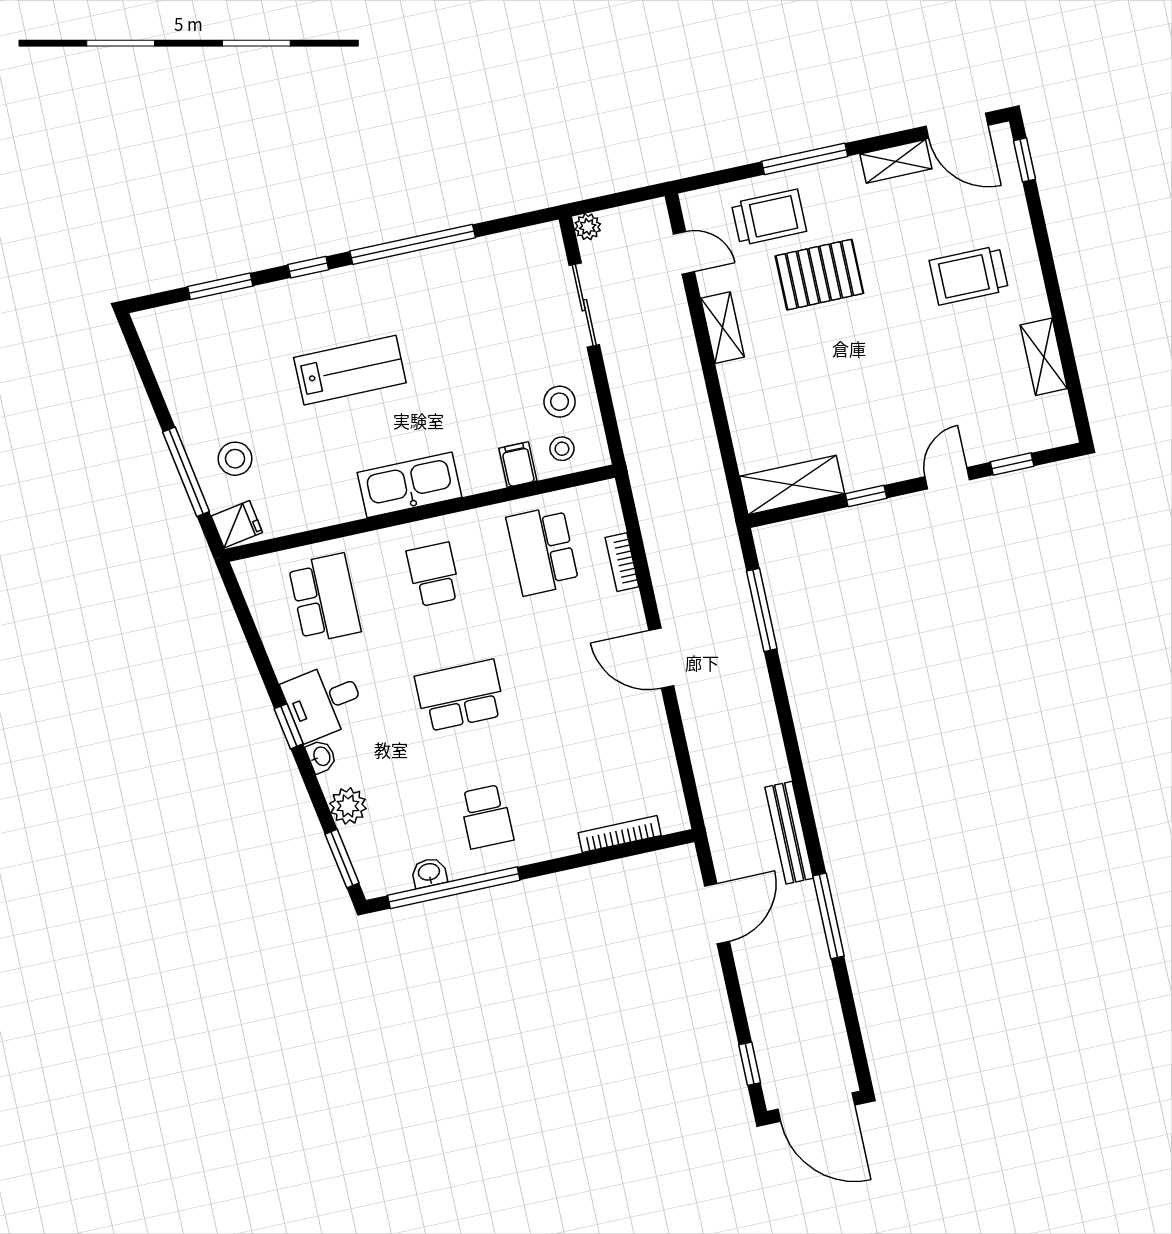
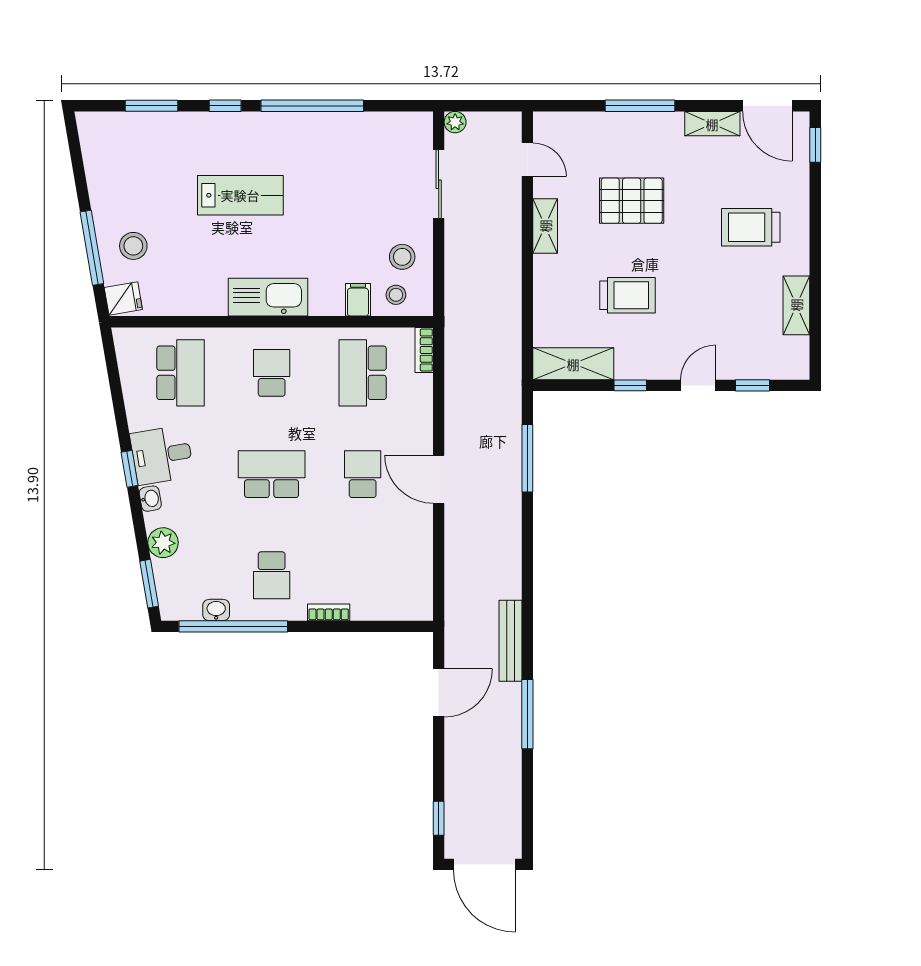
trolley: (769, 217) -> (627, 295), moved
bookcase: (622, 562) -> (424, 350), moved
school desk: (569, 672) -> (363, 474), added
bookcase: (620, 834) -> (329, 612), moved, width x0.64

